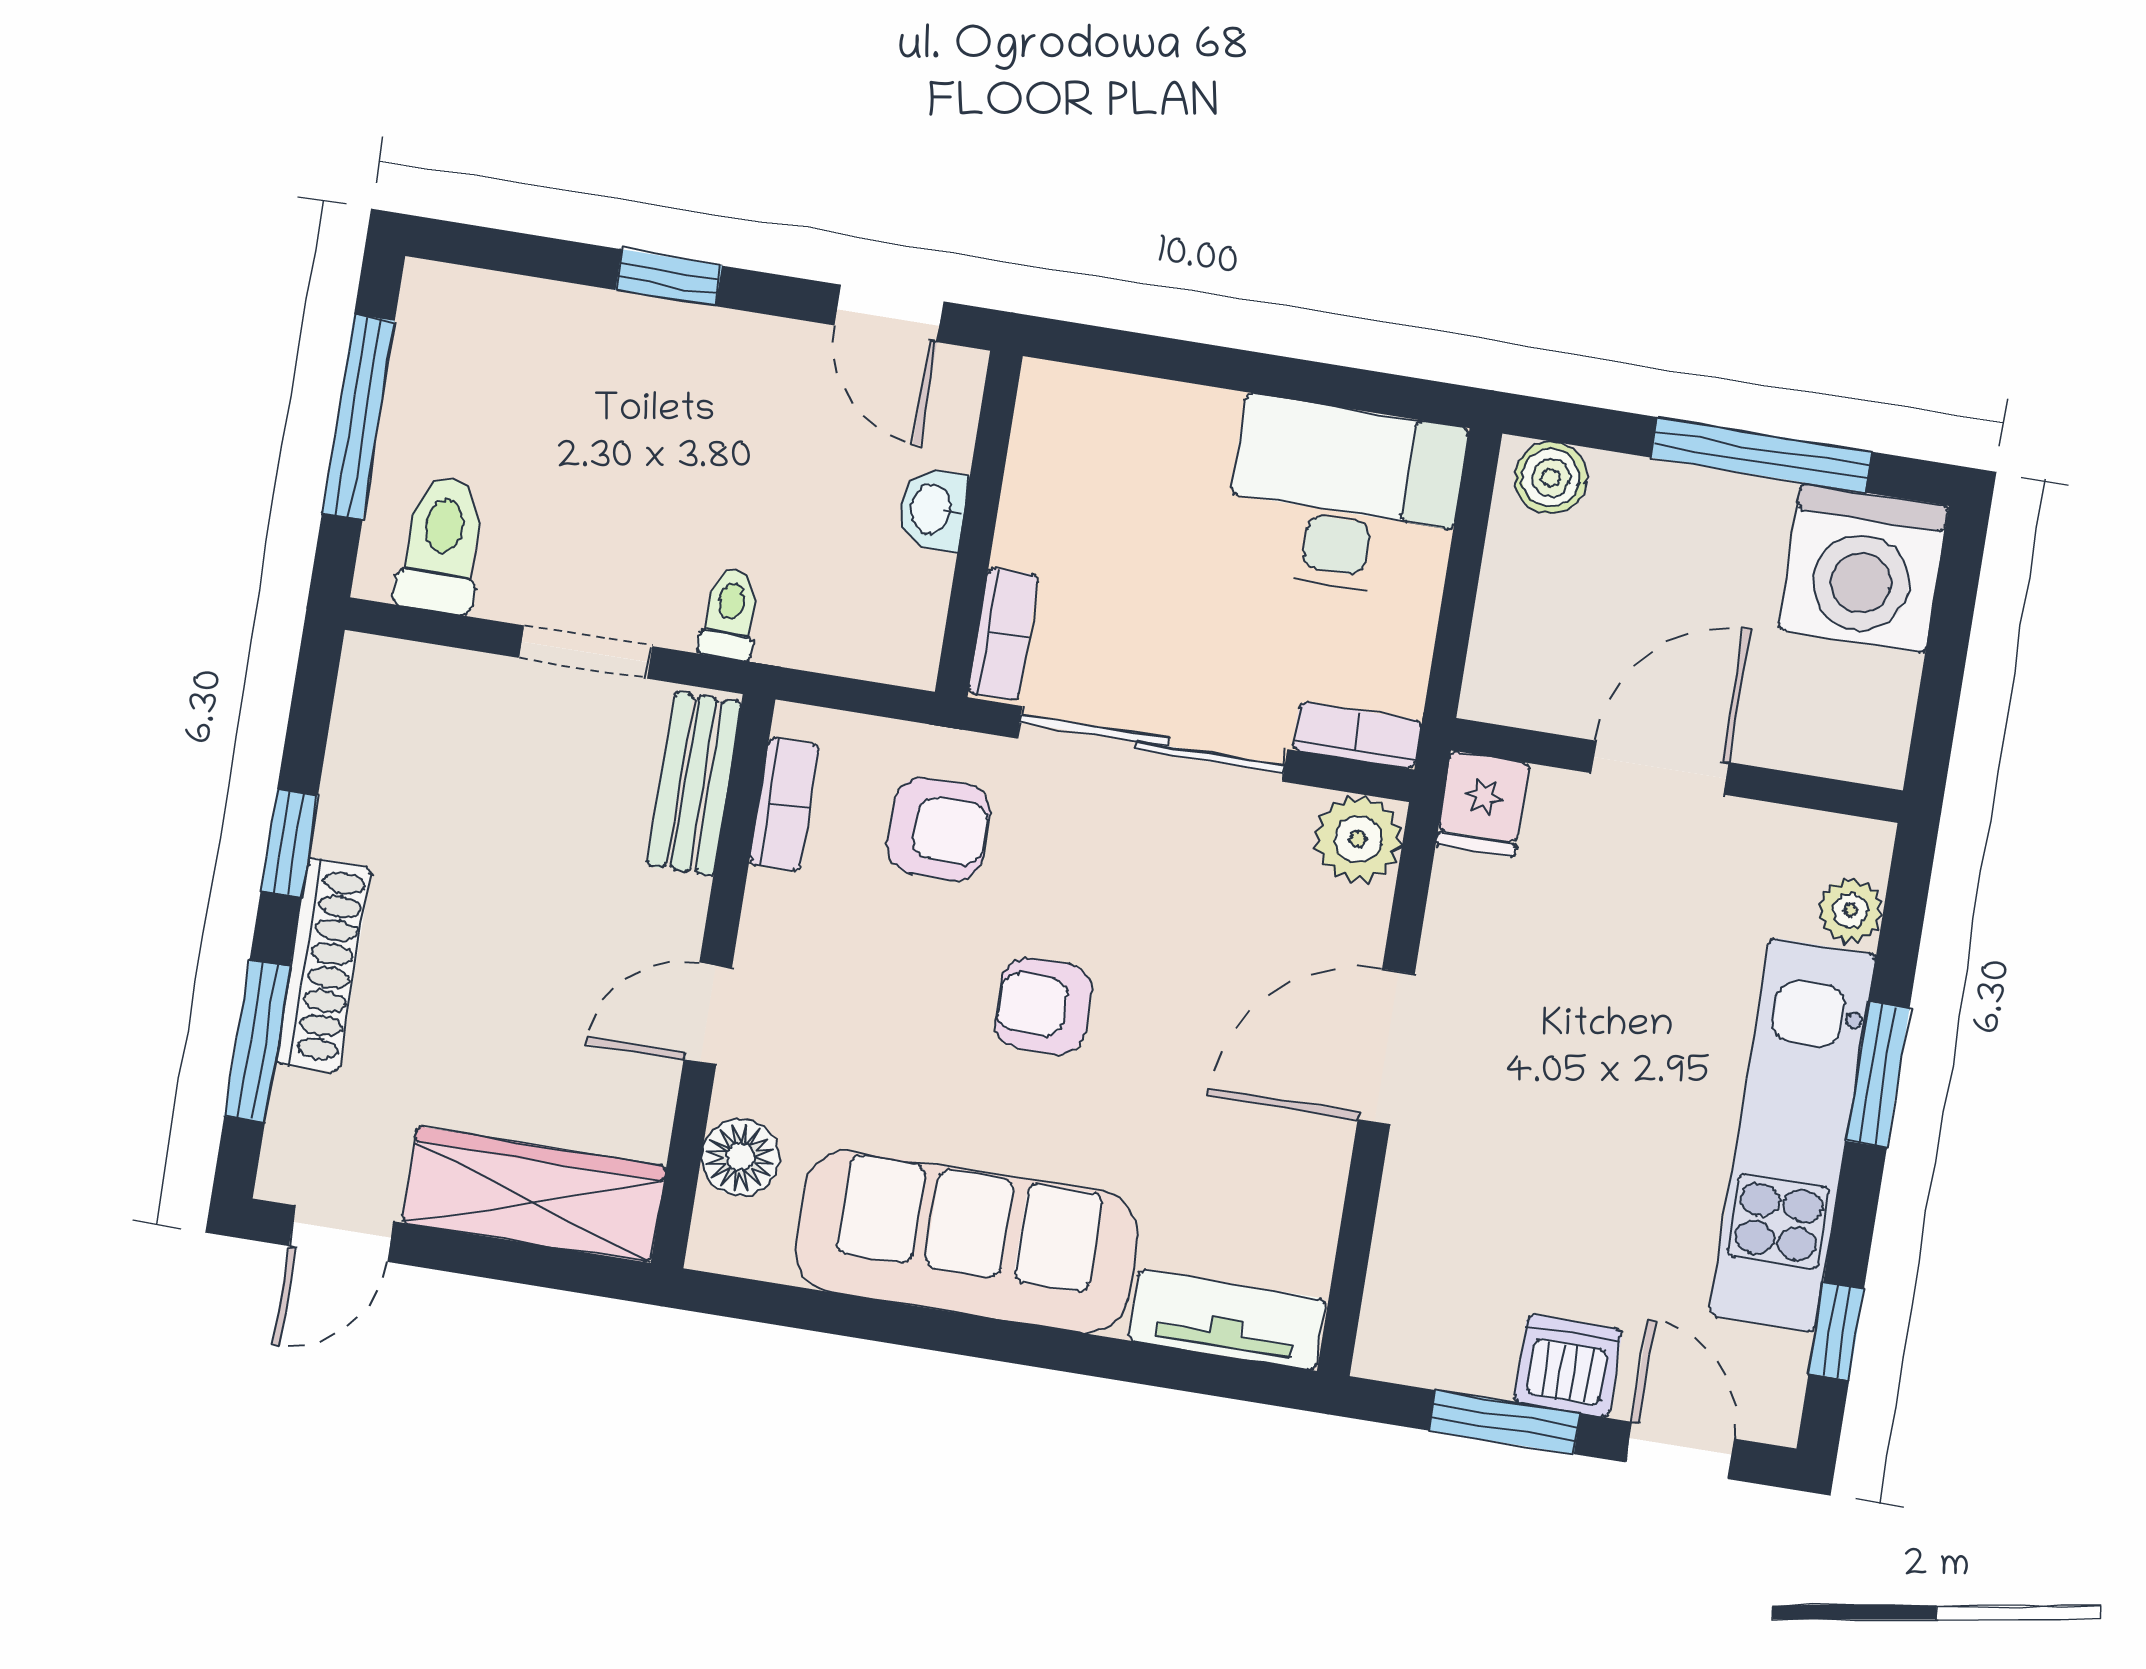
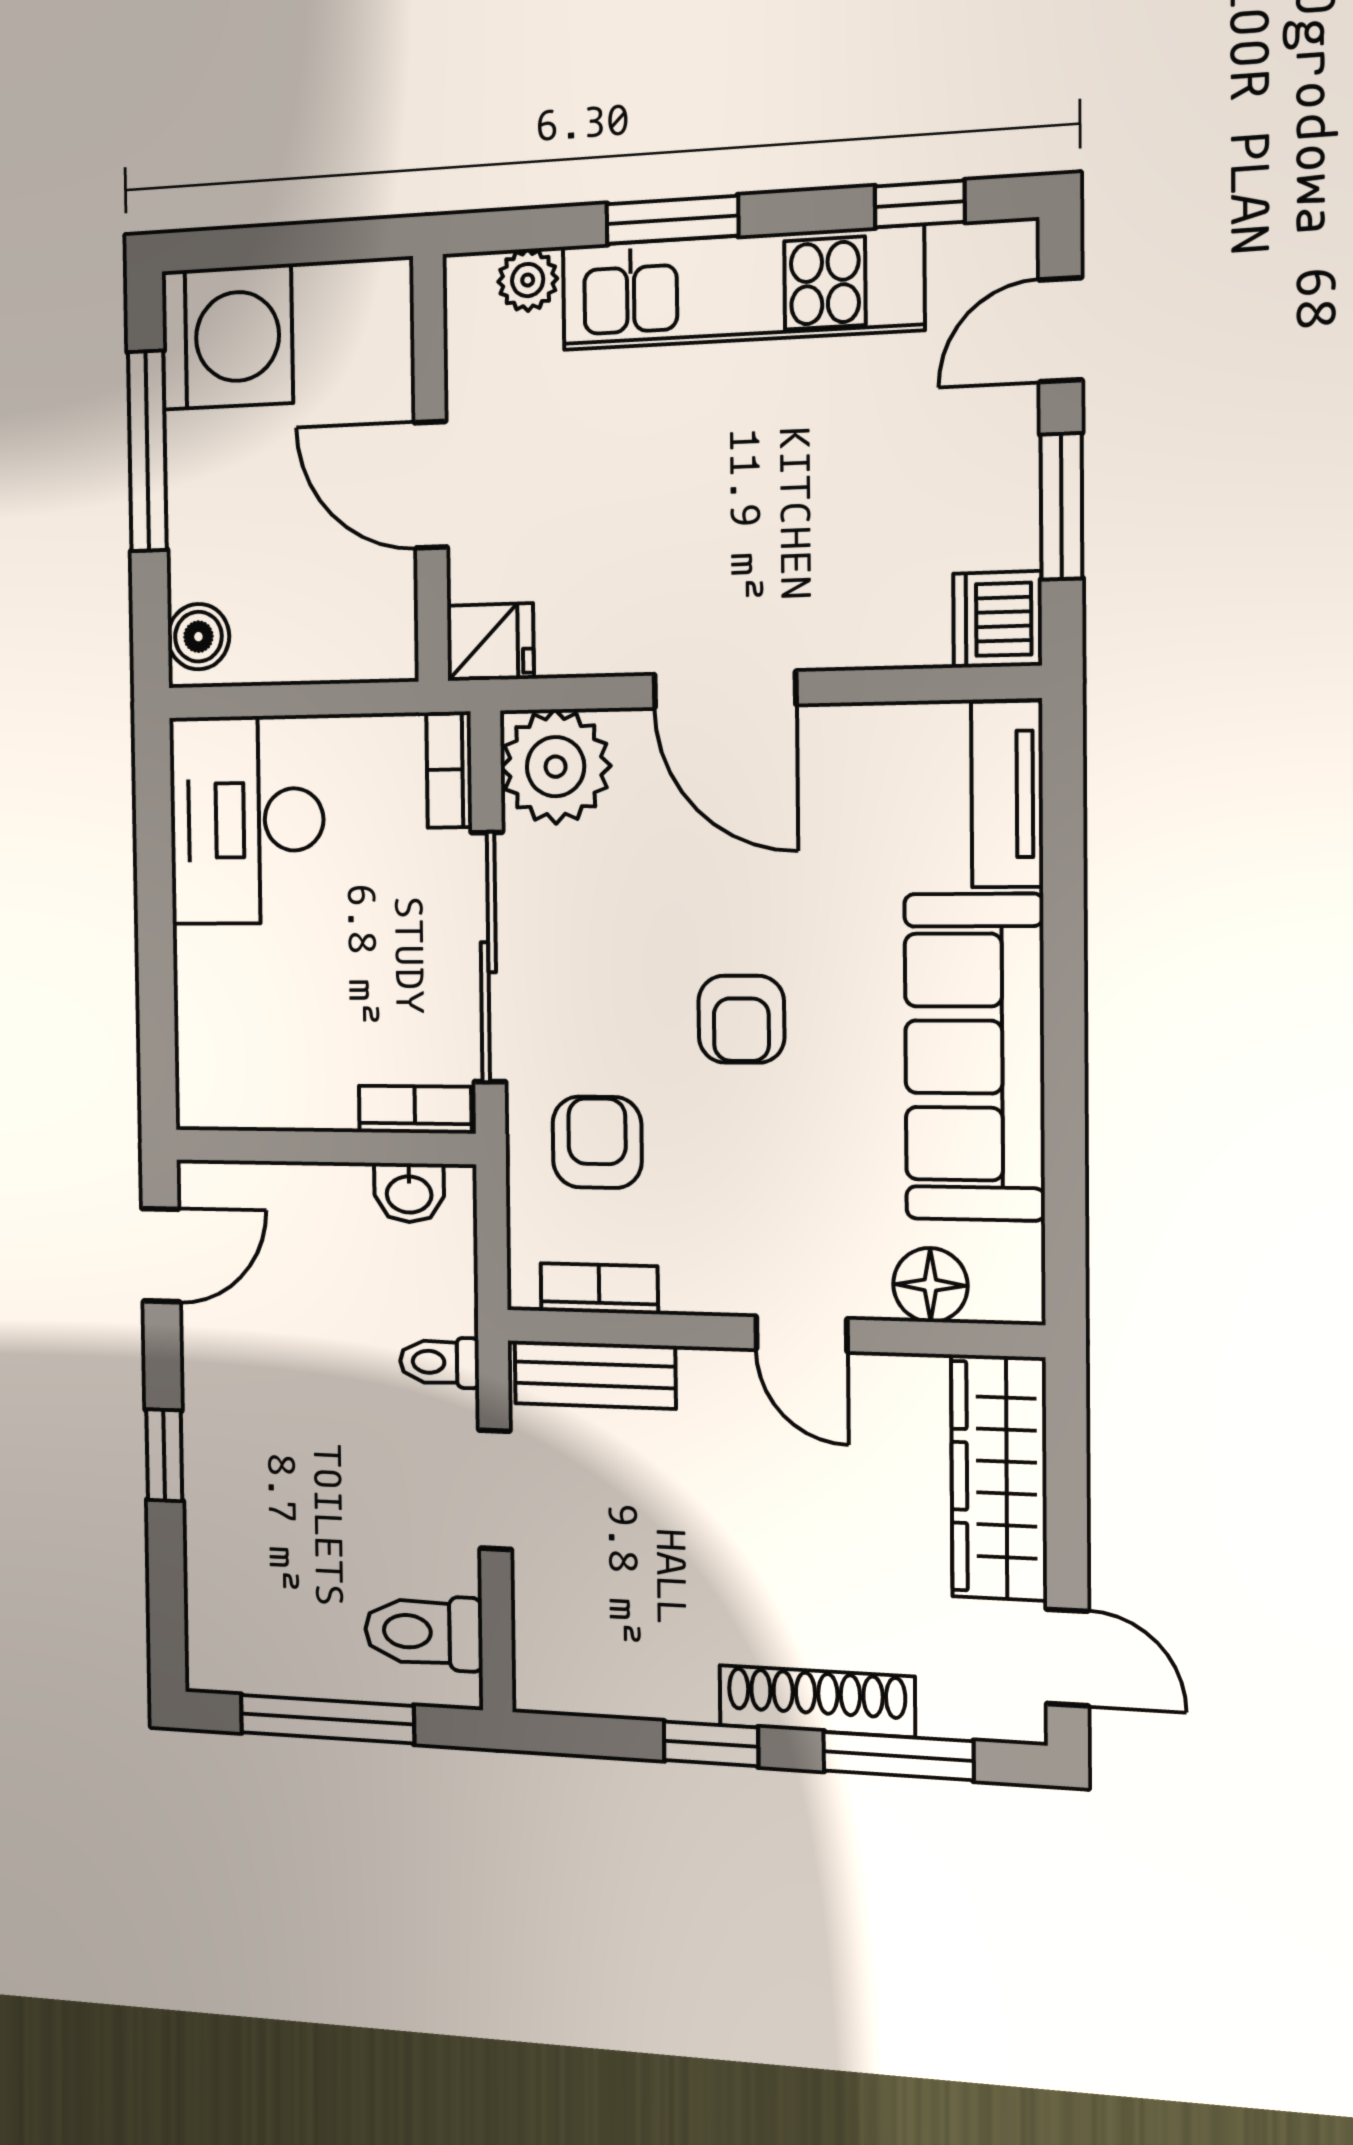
washbasin: (932, 509) -> (409, 1193), moved
plant: (1358, 839) -> (556, 767), width x1.36, depth x1.36
dishwasher: (1568, 1366) -> (997, 619), moved

